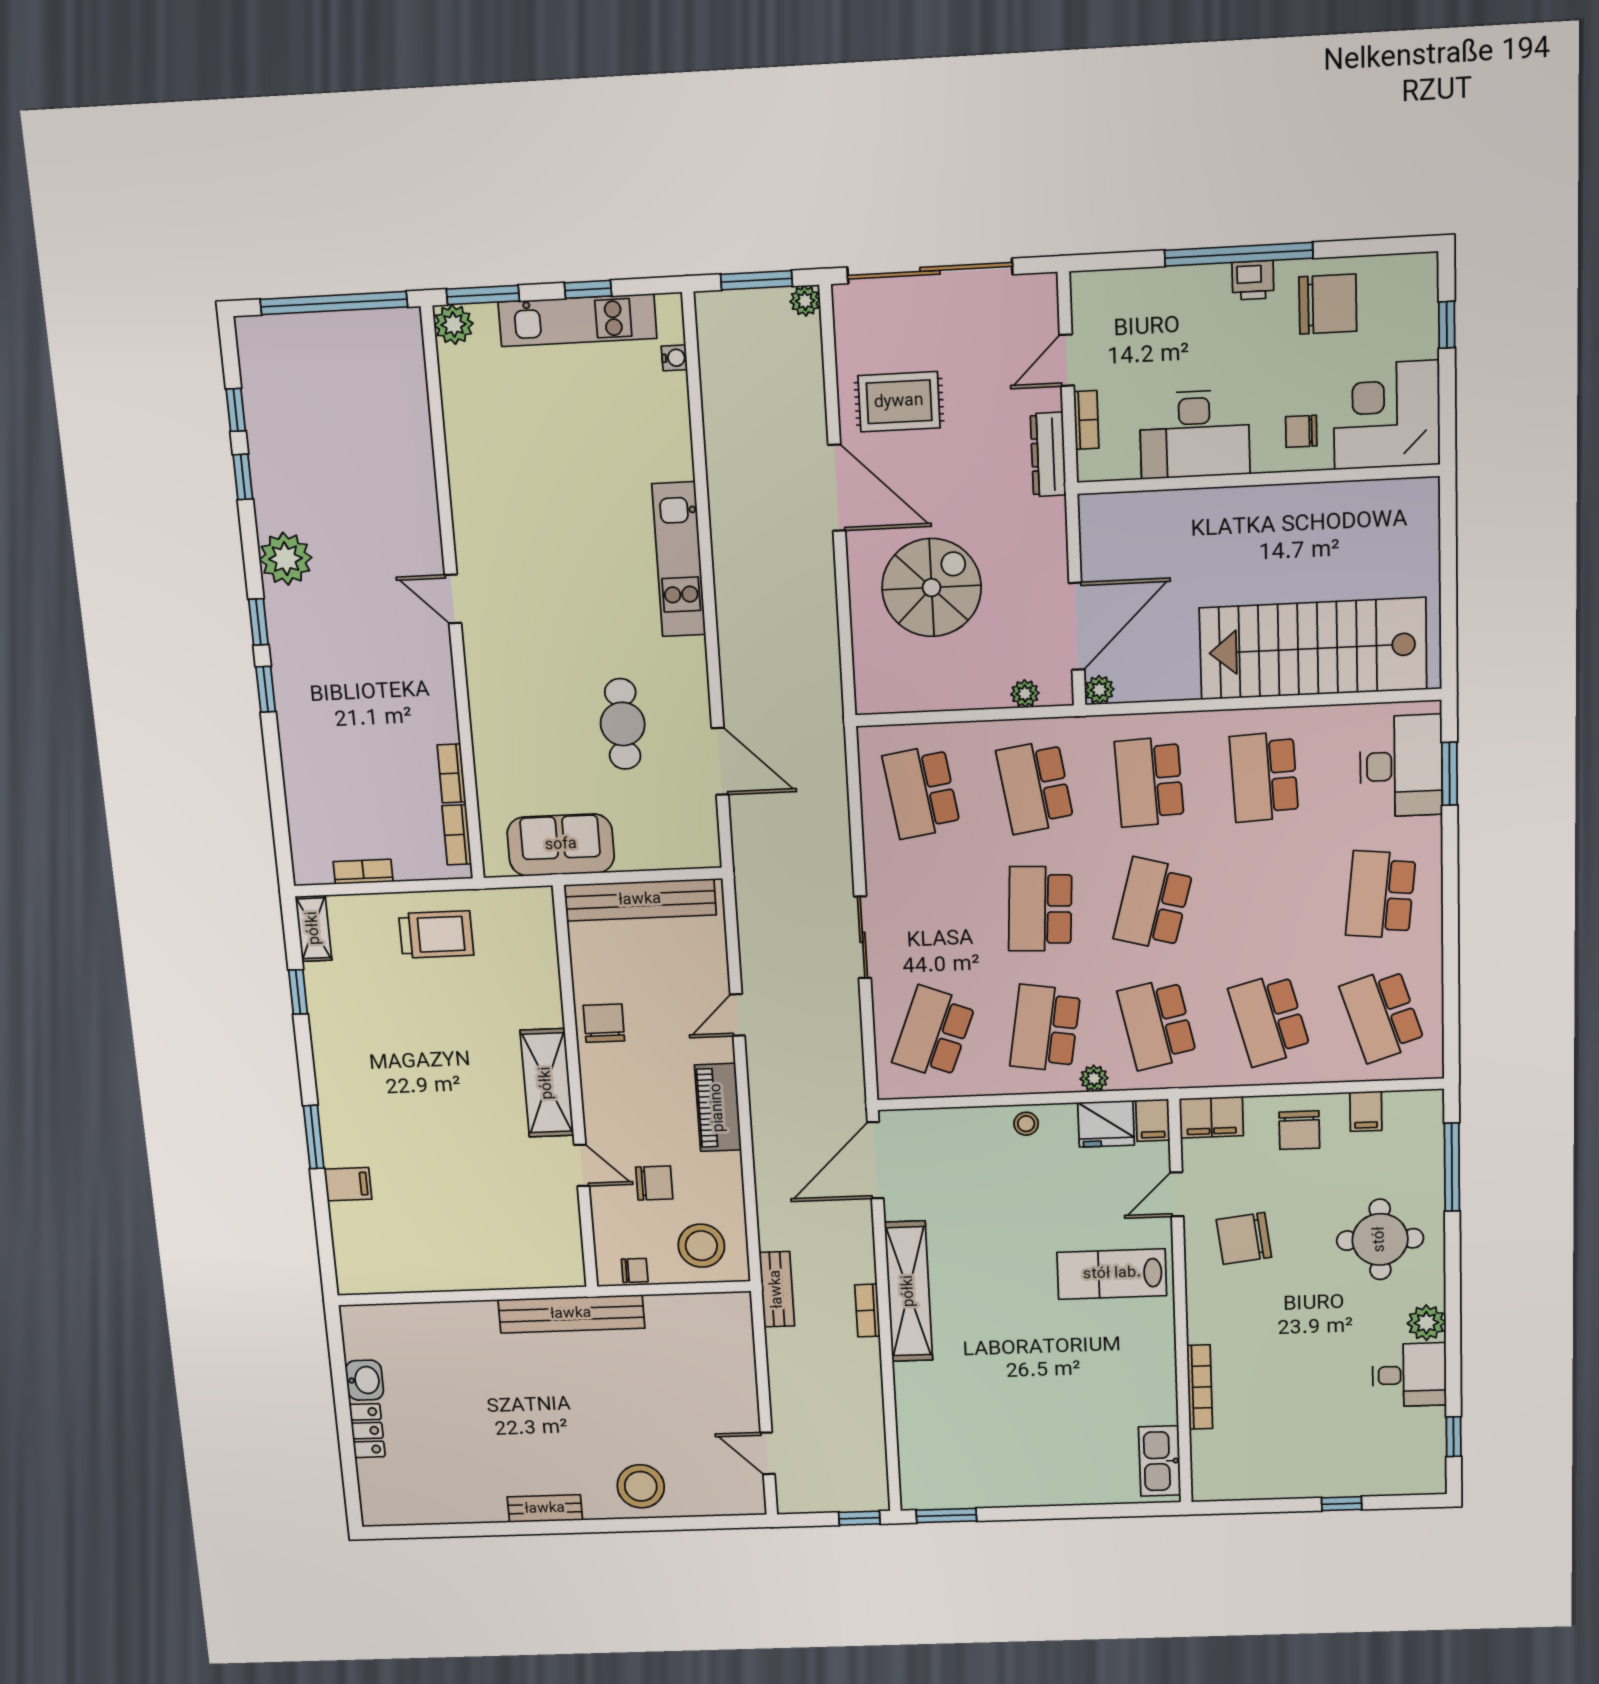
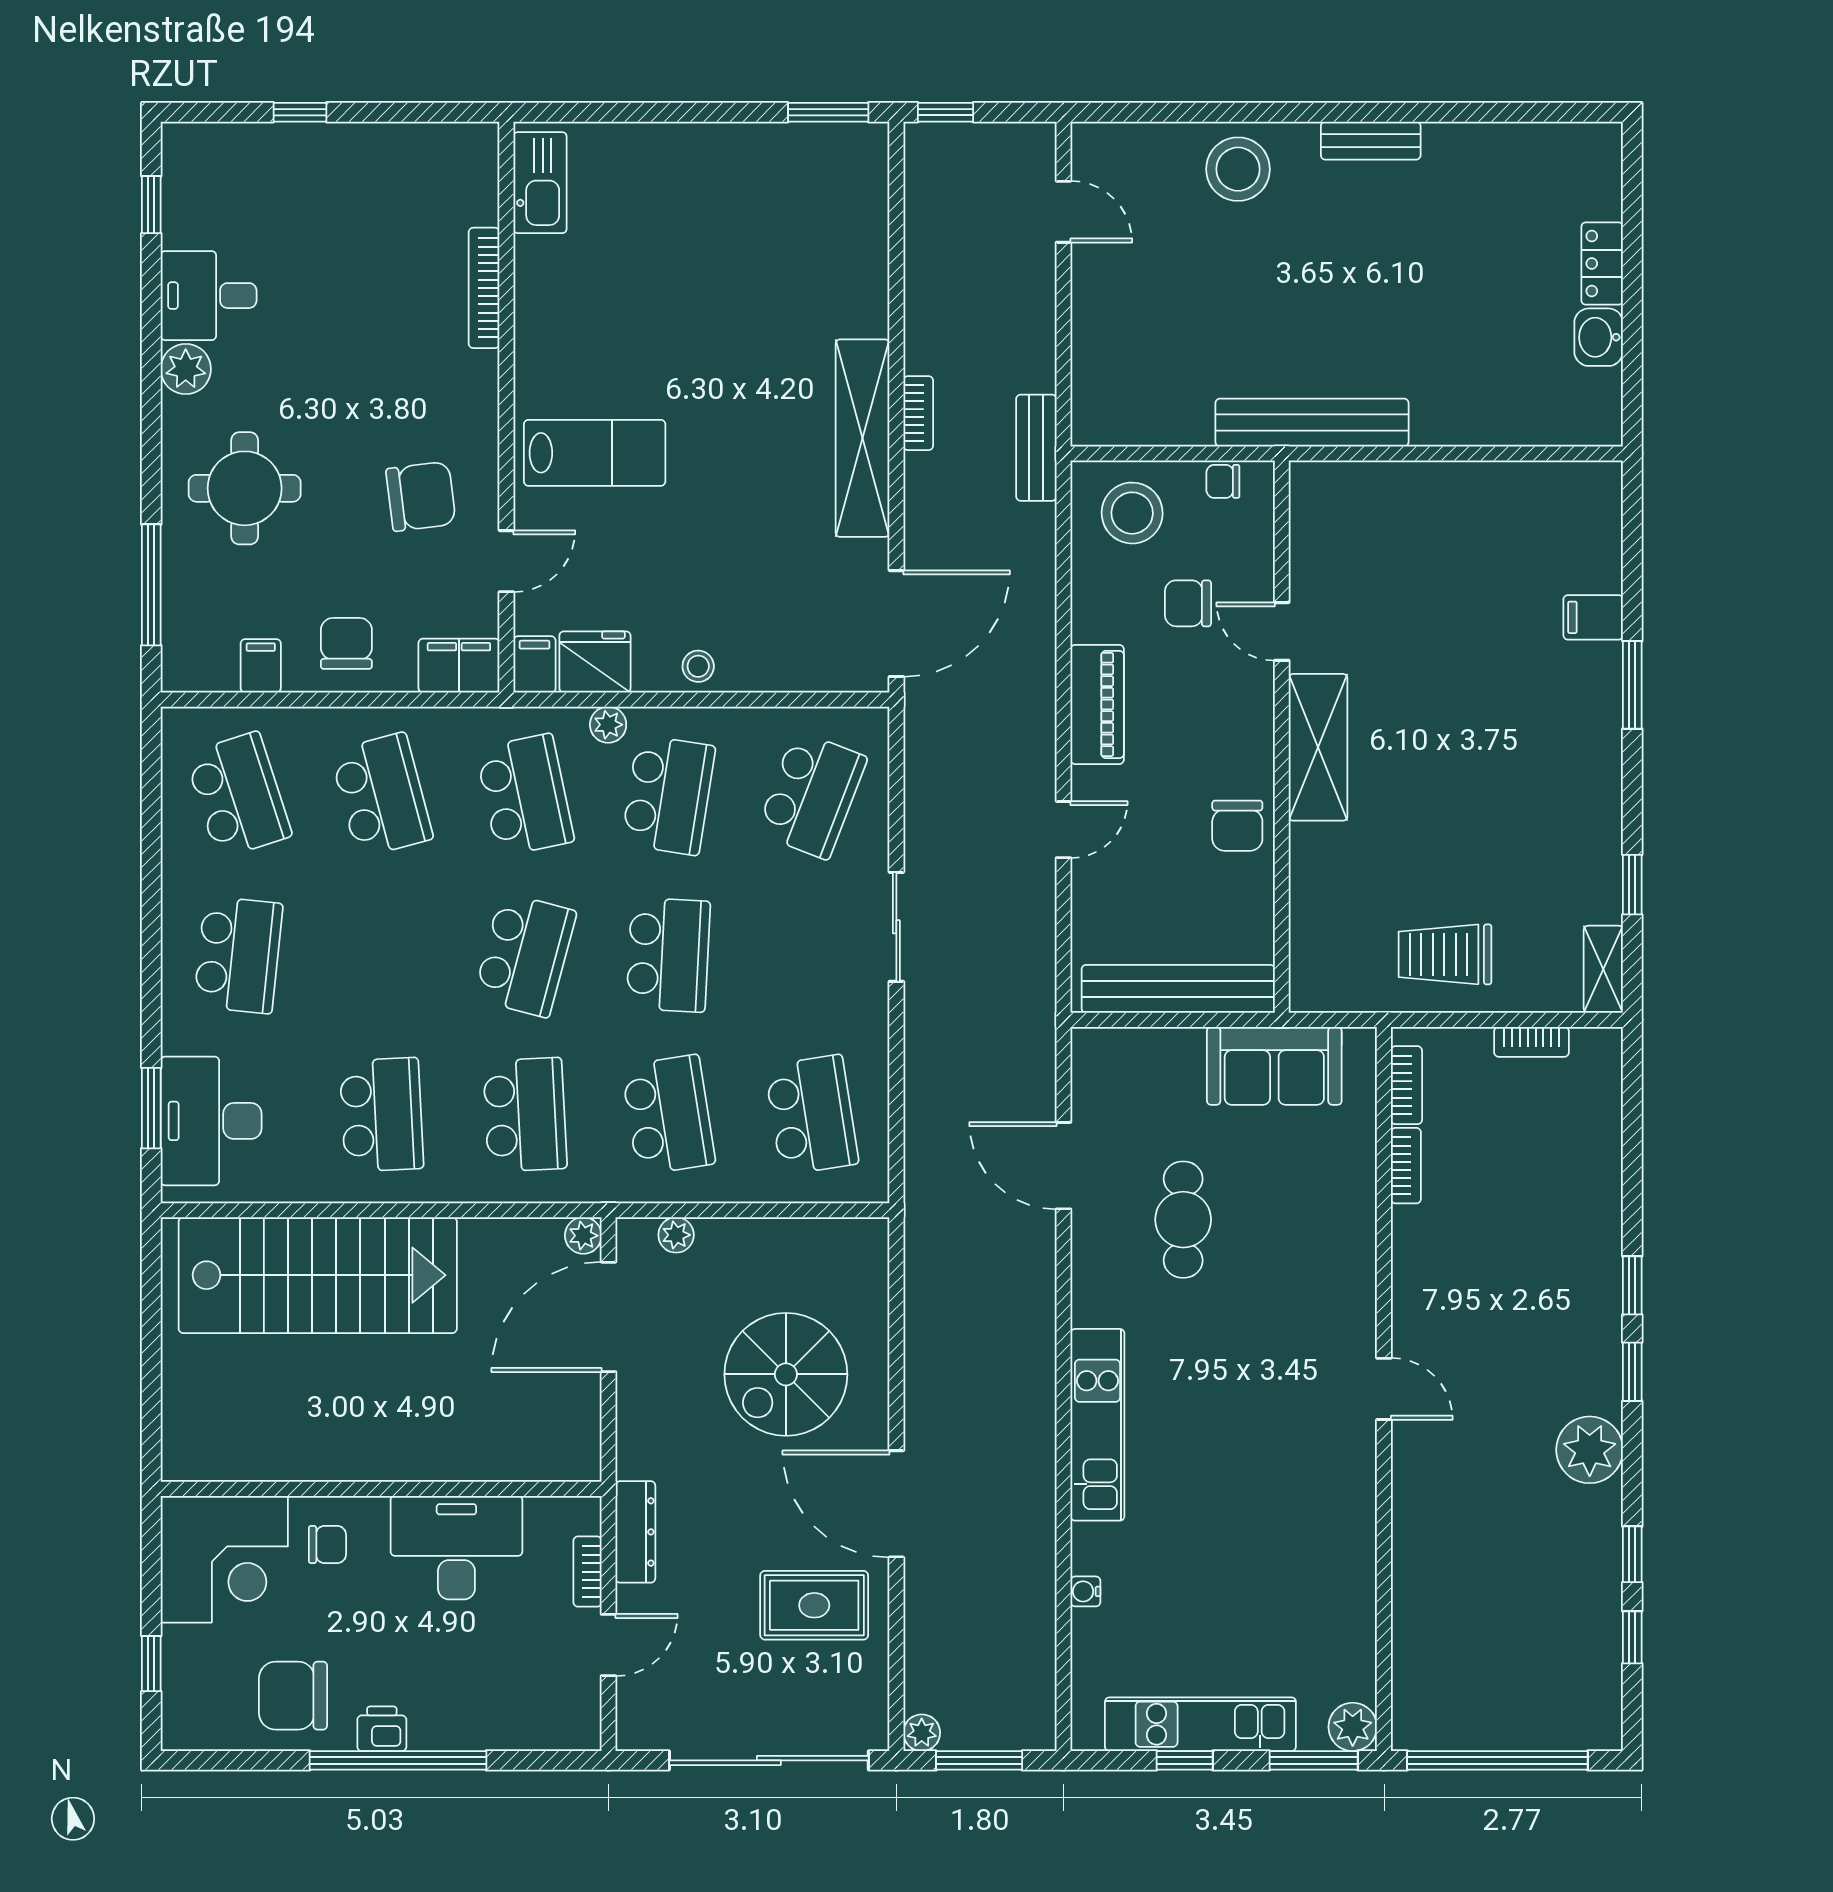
water cooler: (674, 358) -> (1085, 1591), moved

